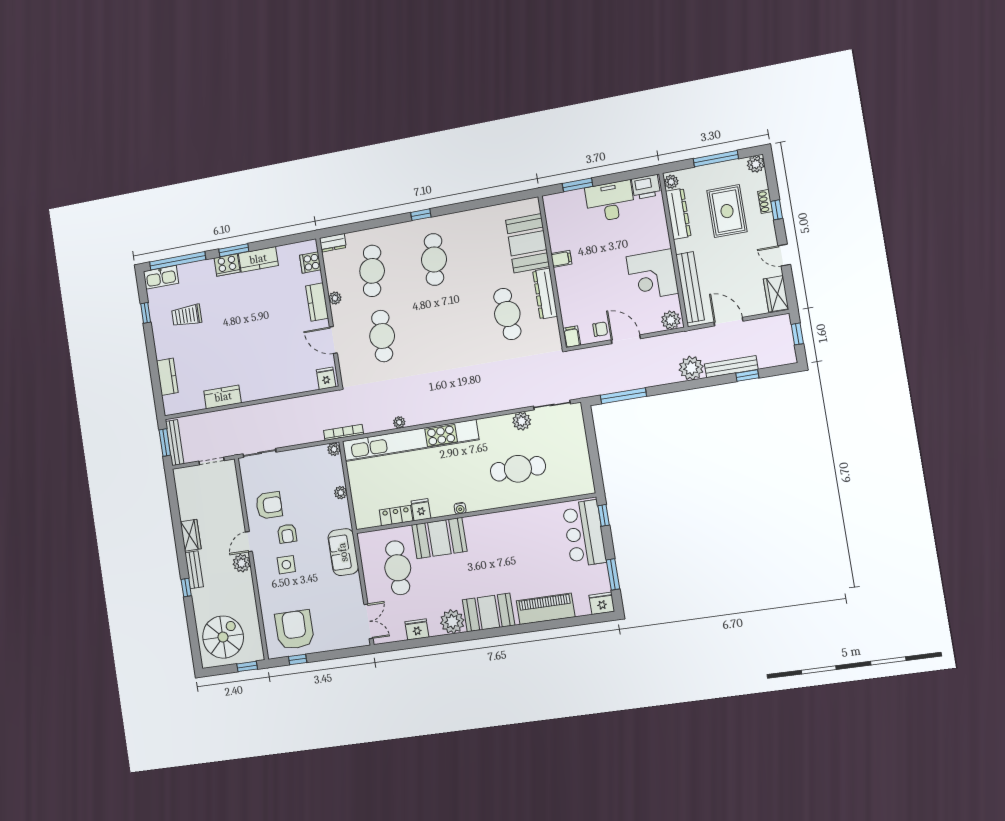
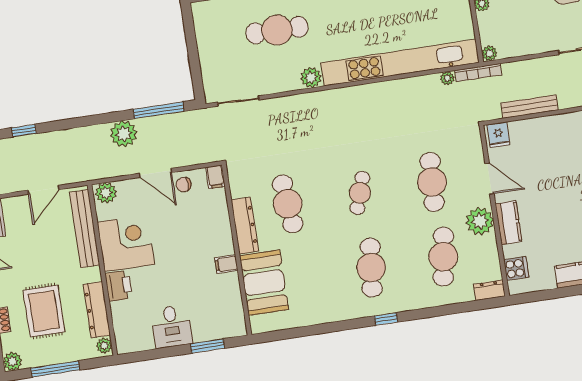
printer: (646, 187) -> (119, 286), moved, turned 90
desk: (610, 201) -> (172, 326), width x0.73
plant: (335, 298) -> (480, 221), width x1.88, depth x1.88
door: (729, 322) -> (43, 190), hinge flipped
cafe table: (444, 325) -> (360, 193), added
bench: (731, 367) -> (530, 107), moved
plant: (691, 368) -> (124, 134), moved
plant: (522, 421) -> (311, 78), moved
plant: (399, 422) -> (447, 78), moved

